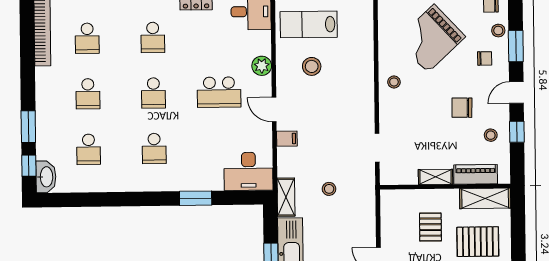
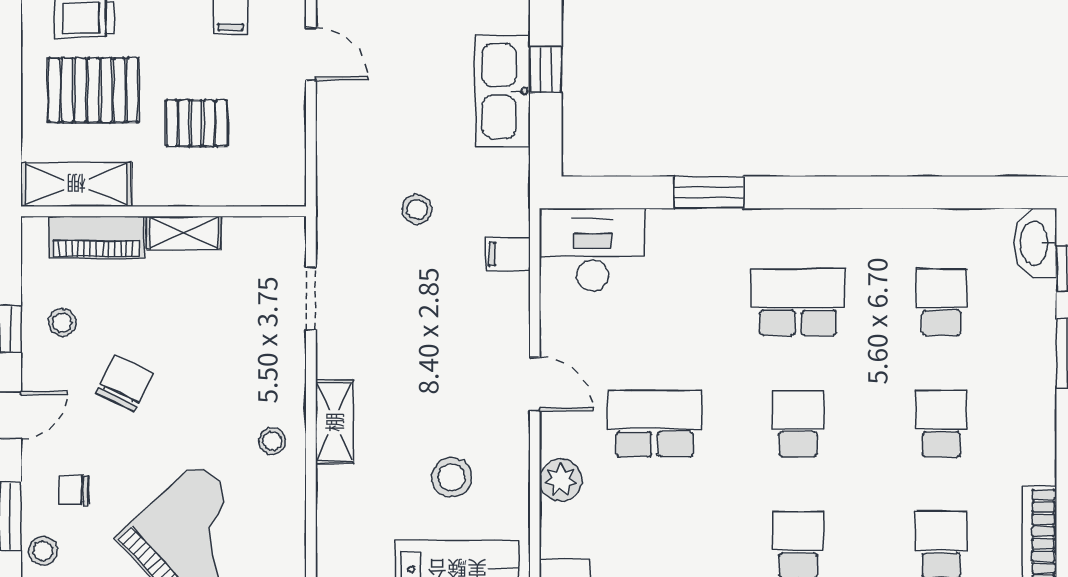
chair: (462, 108) -> (124, 383), turned -65
filing cabinet: (287, 139) -> (508, 254), moved
school desk: (154, 149) -> (798, 302), width x1.85
shelving: (286, 197) -> (334, 422), moved
pallet: (430, 227) -> (196, 123), turned 90

